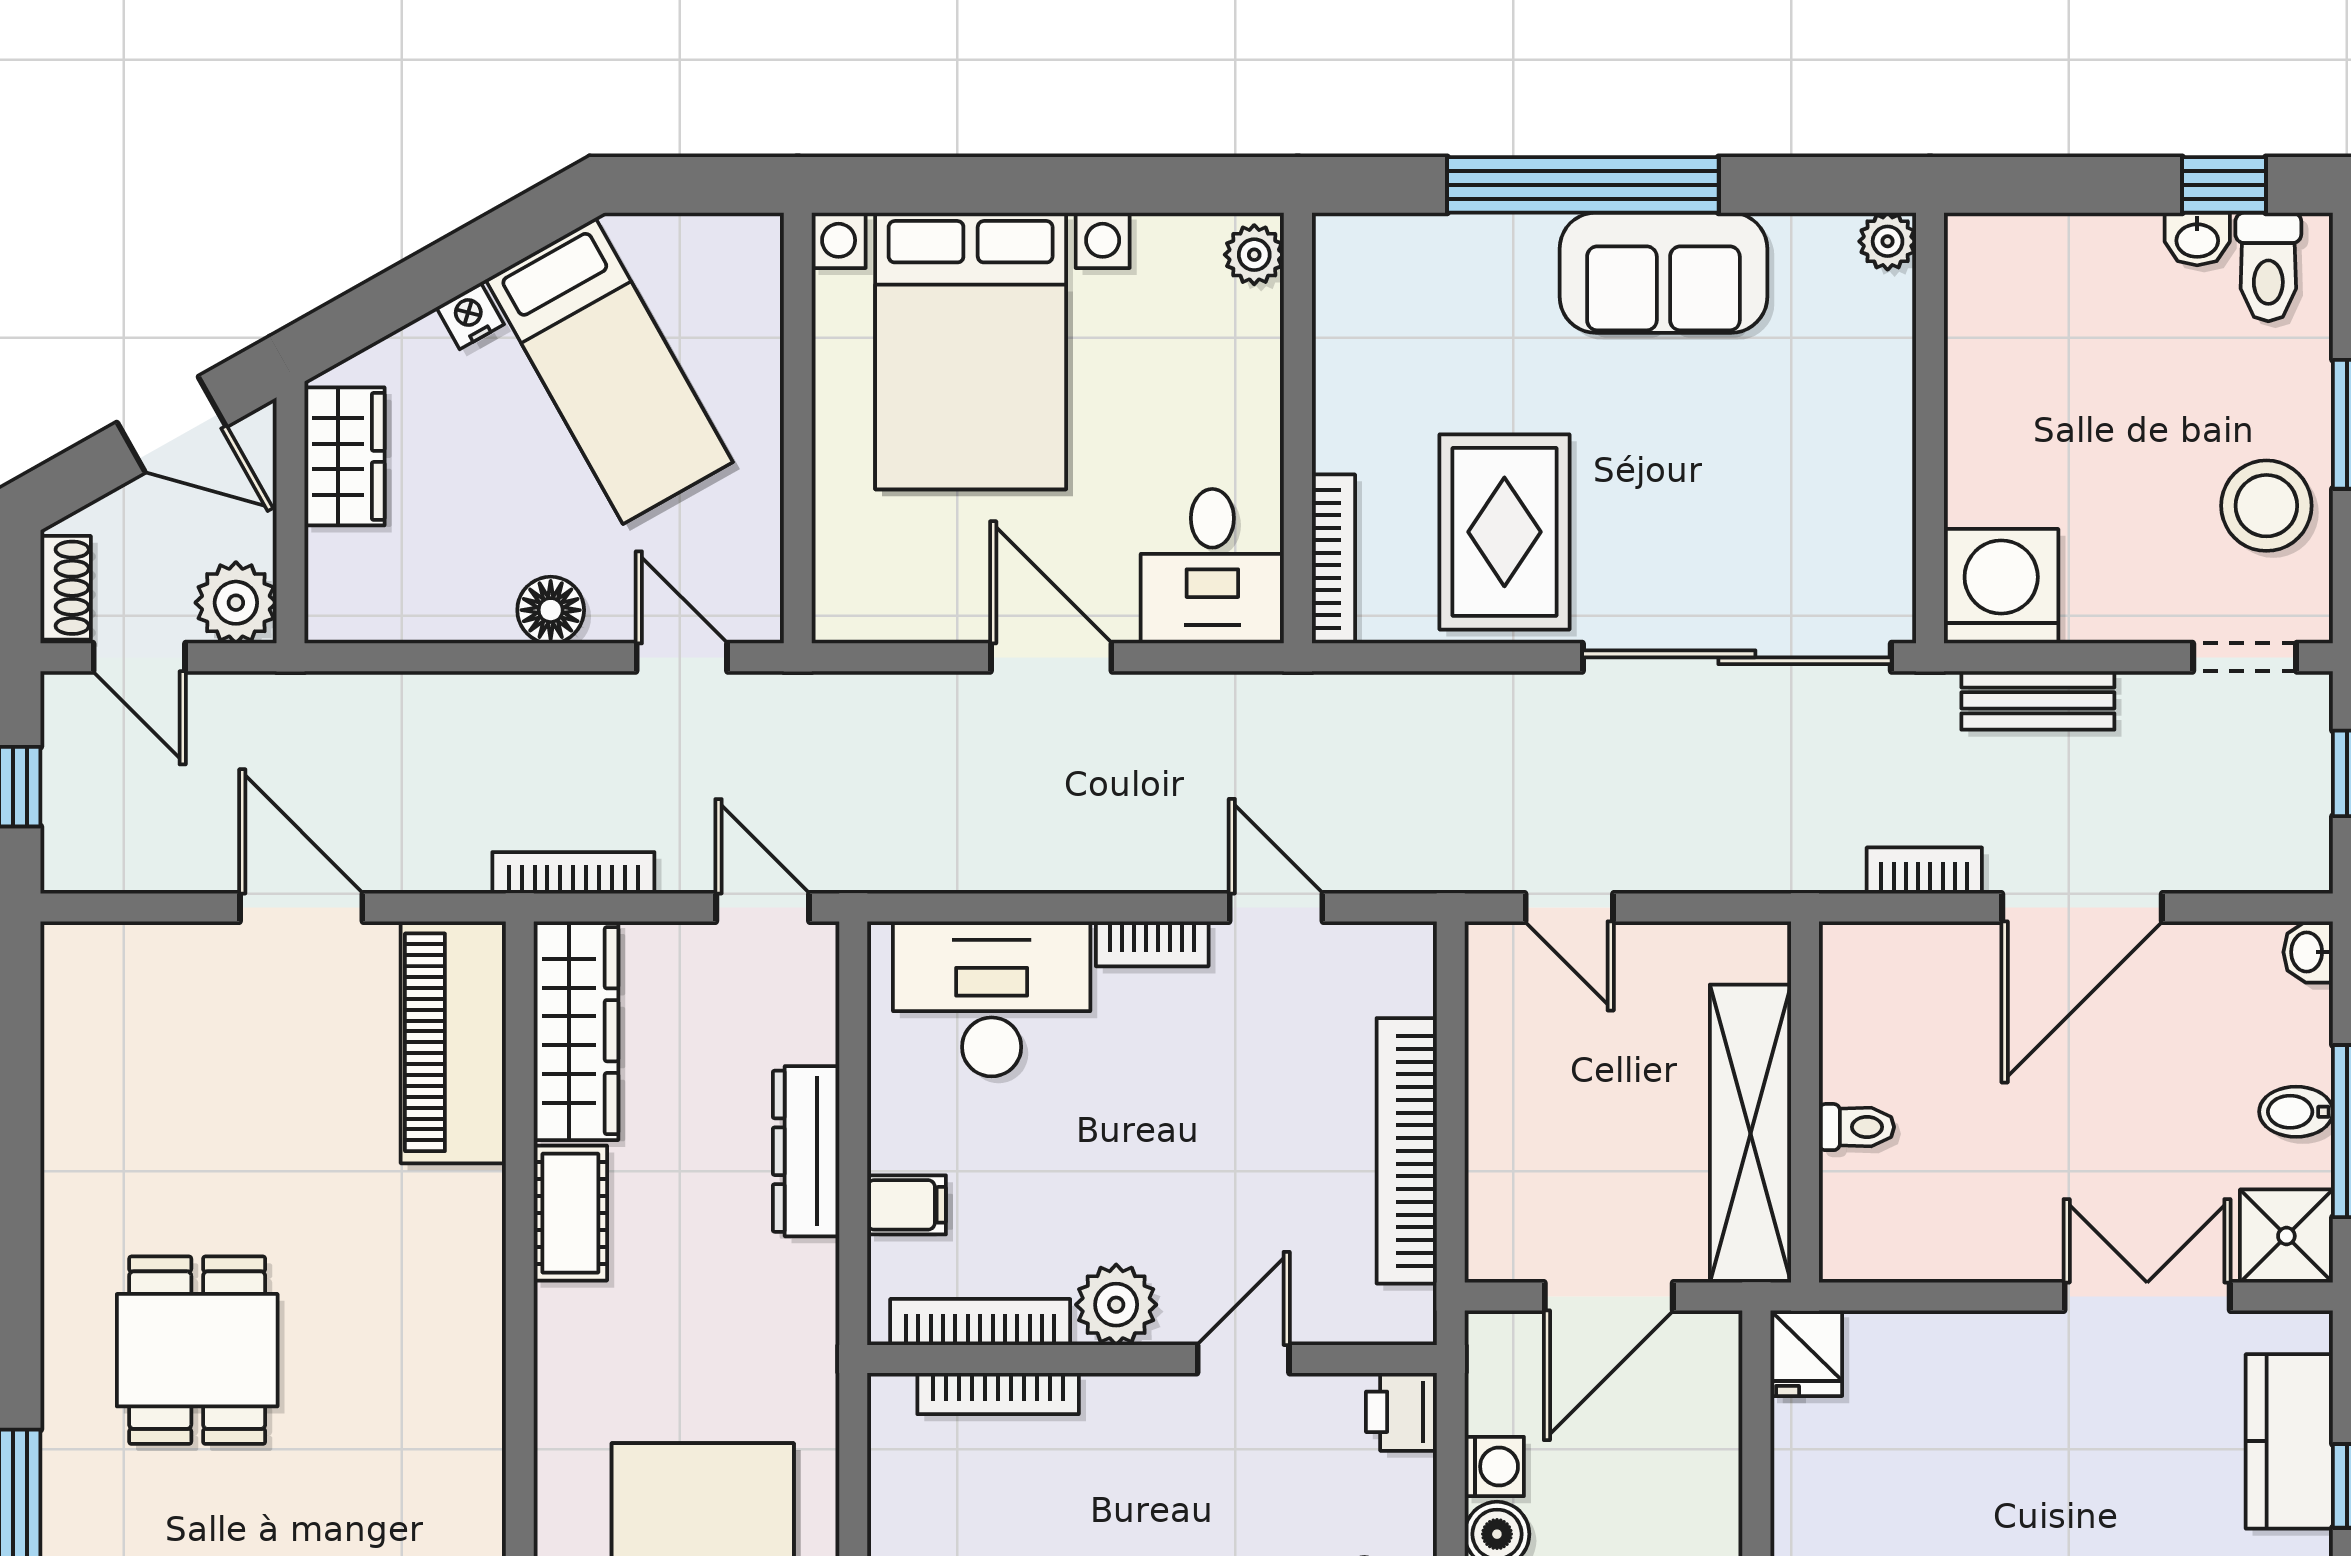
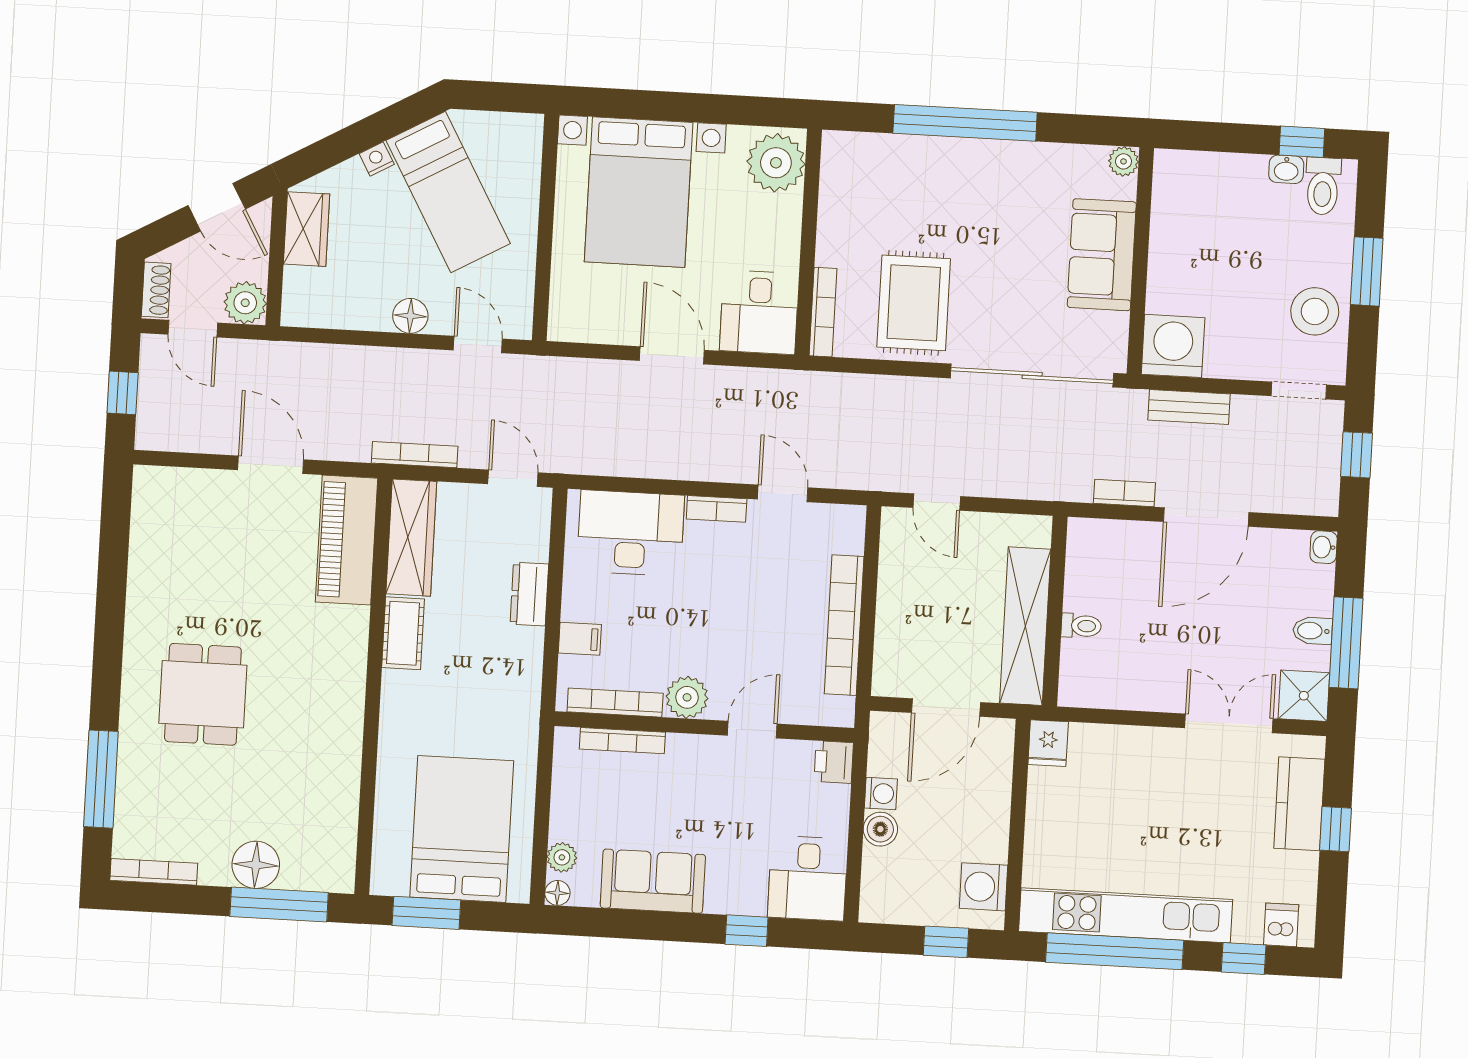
plant: (1254, 255) -> (776, 163), width x1.88, depth x1.88
sofa: (1663, 273) -> (1102, 255), moved, turned 90
dresser: (806, 1151) -> (529, 594), width x0.70

